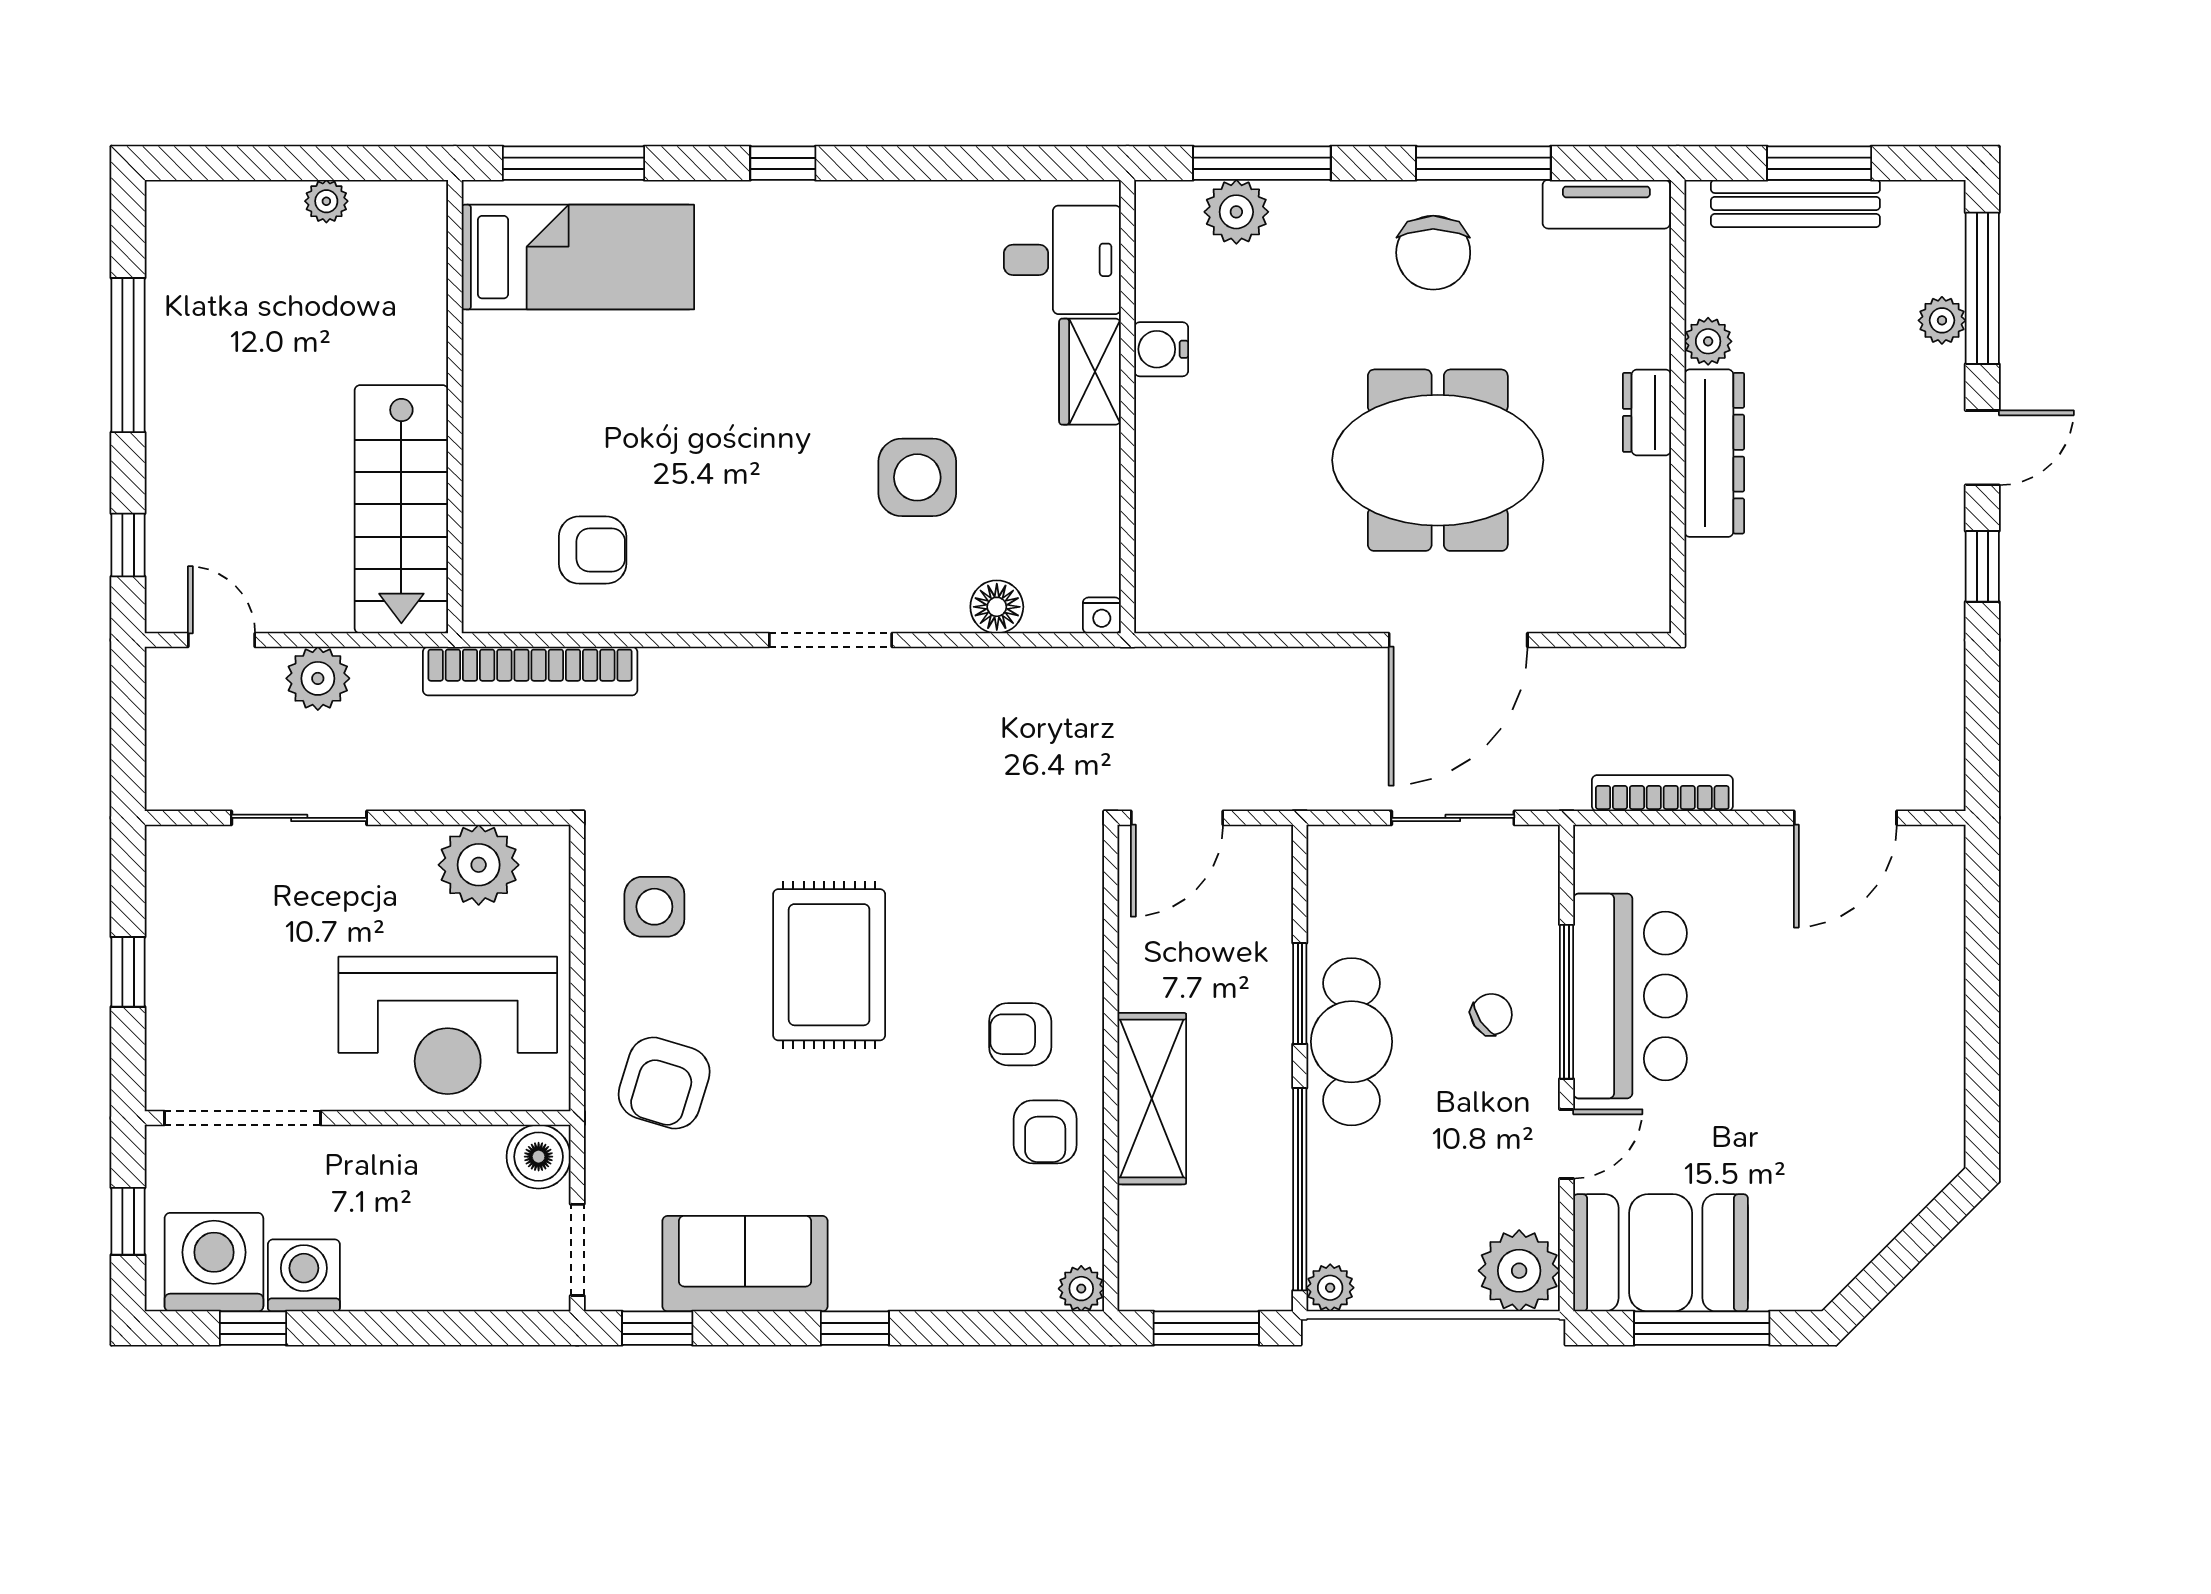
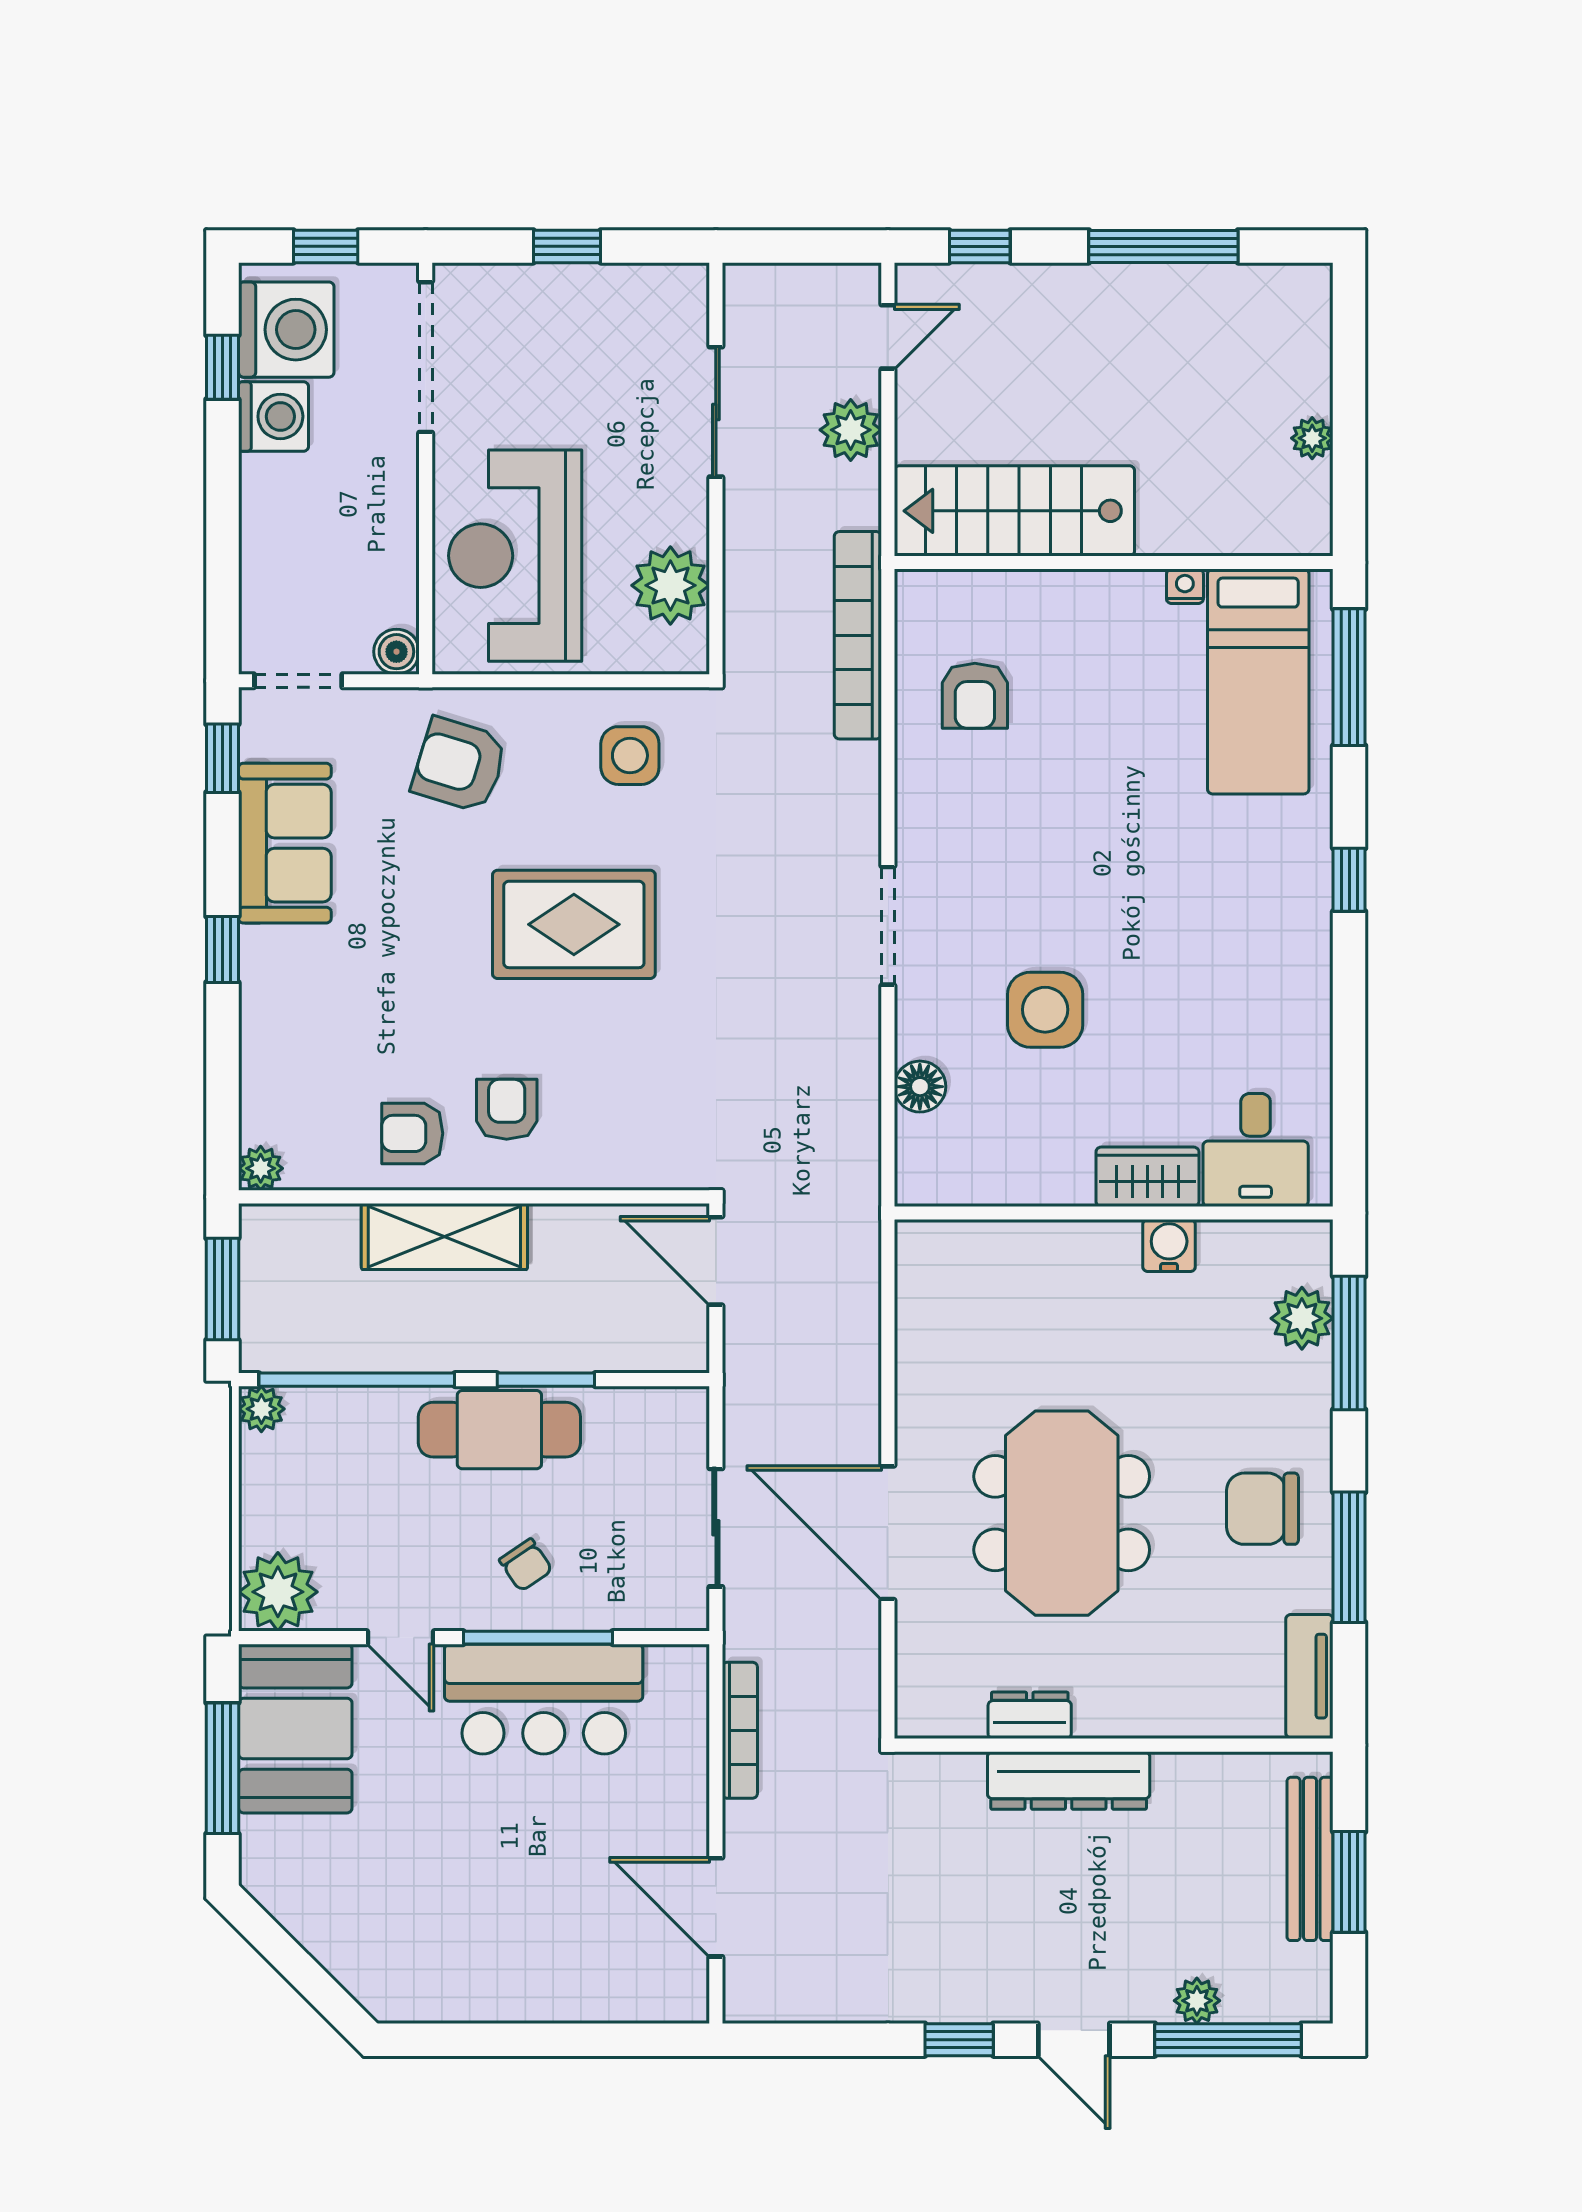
plant: (1708, 341) -> (1177, 1774), removed
dresser: (1647, 412) -> (1030, 1715), moved
nightstand: (1102, 615) -> (1185, 586), moved, turned 90
boiler: (539, 1157) -> (396, 652), width x0.73, depth x0.73

